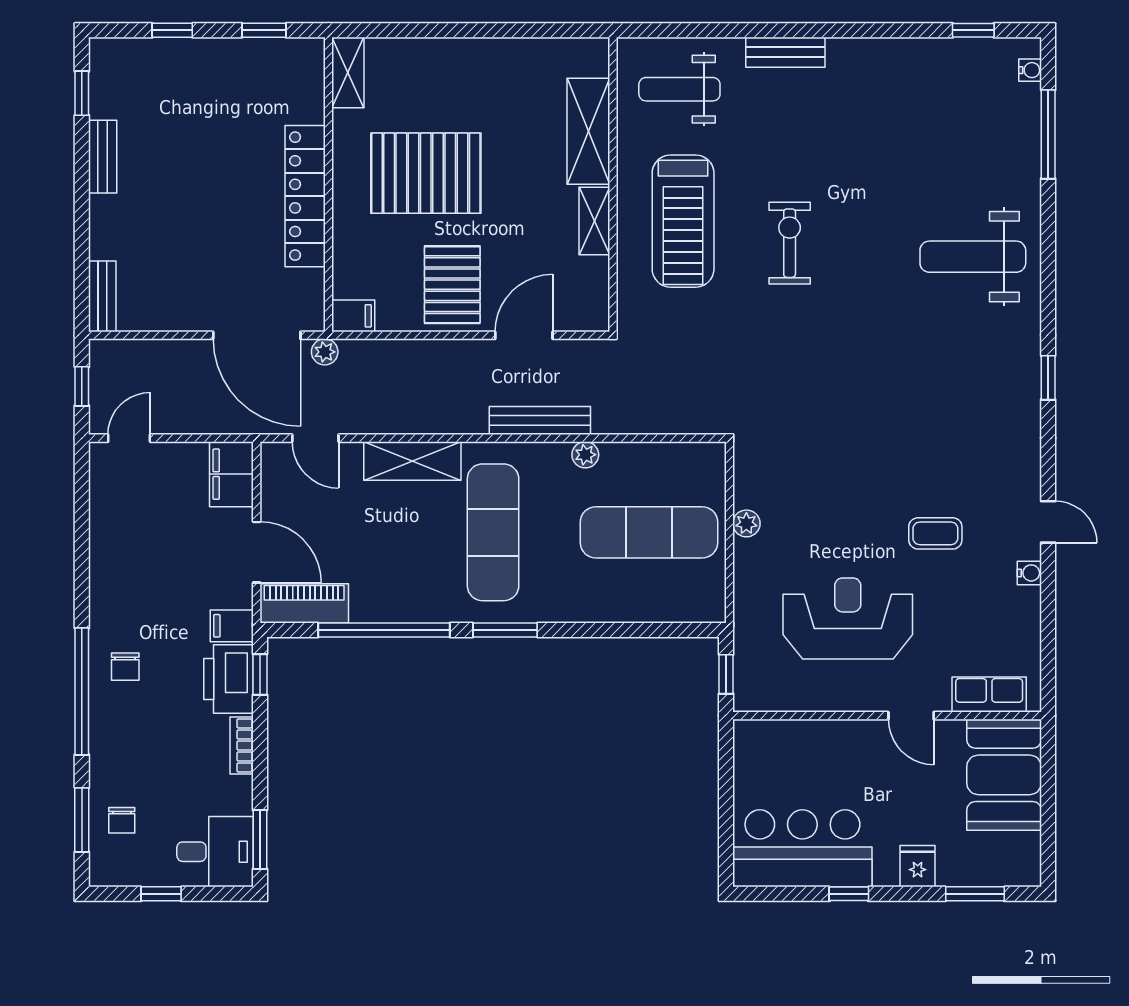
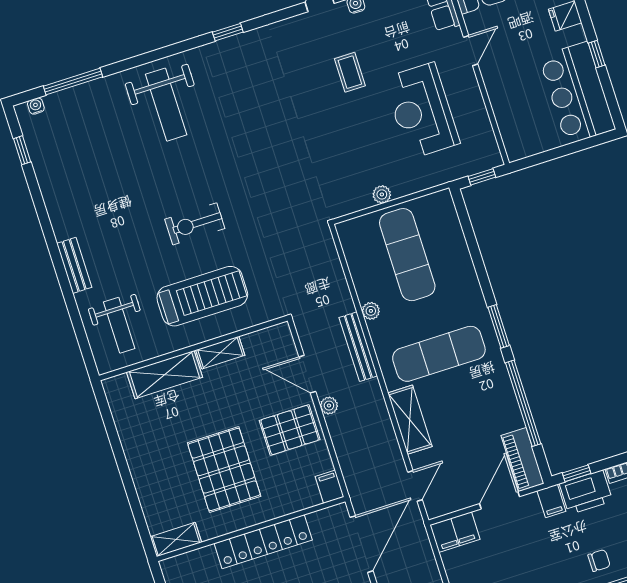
plant: (325, 352) -> (329, 406), moved

